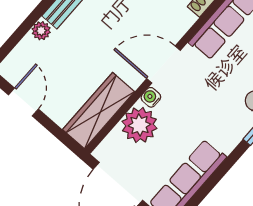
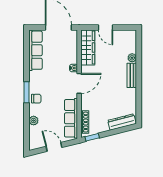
door: (23, 102) -> (105, 28), moved
plant: (139, 125) -> (69, 55), removed

